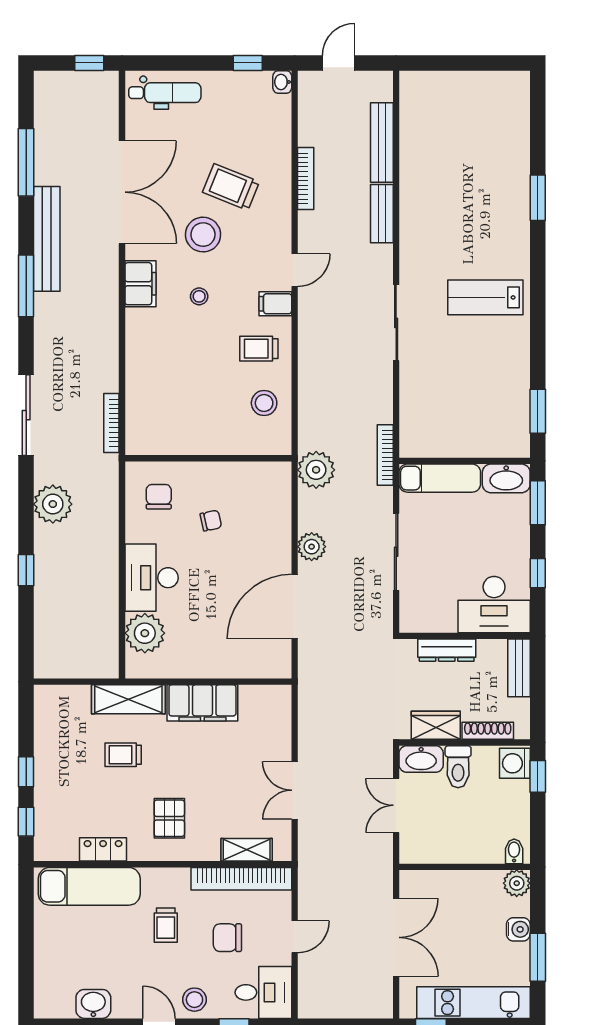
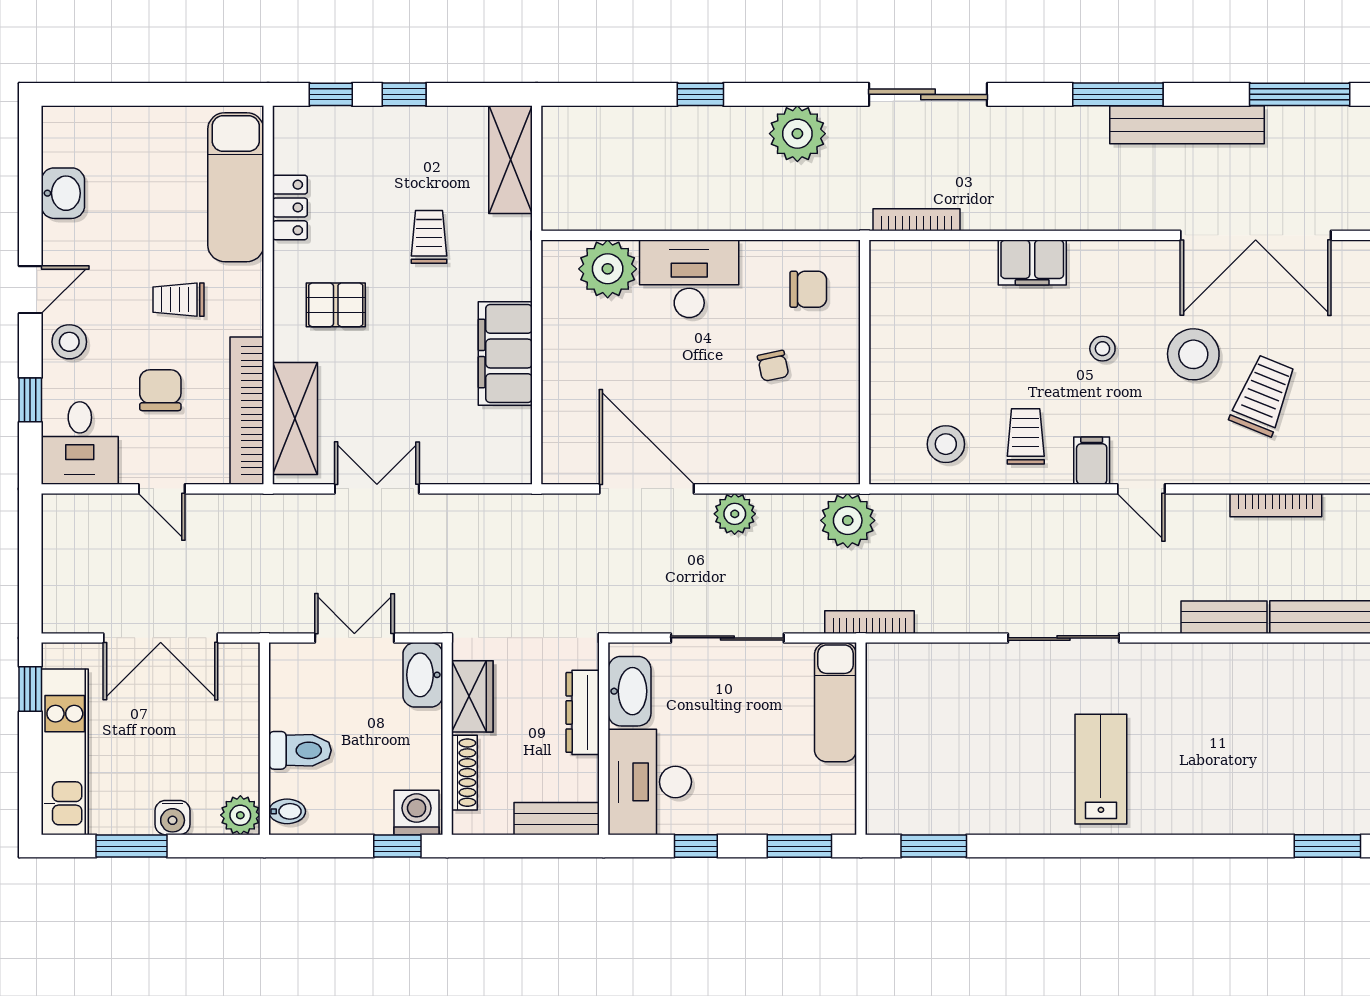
window: (538, 198) -> (1327, 846), moved
filing cabinet: (140, 284) -> (1032, 262), moved
washbasin: (506, 478) -> (629, 691), moved, turned 180
shelving: (128, 699) -> (510, 160), moved
toilet: (458, 767) -> (300, 750), moved, turned 180
shelving: (247, 850) -> (295, 418), width x1.50, depth x1.33

